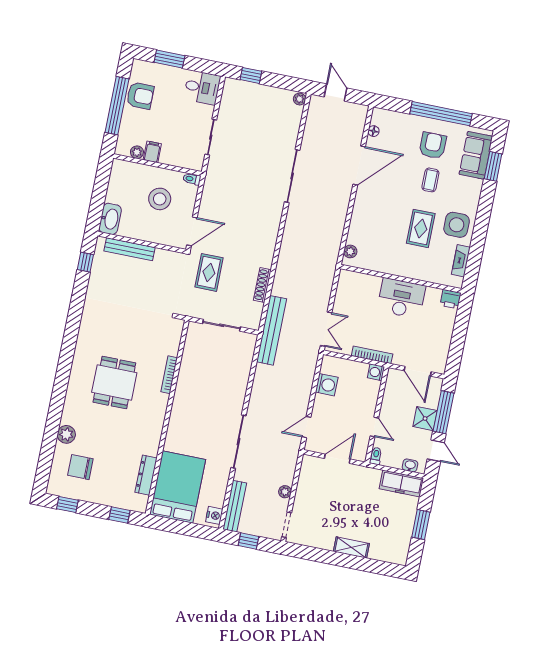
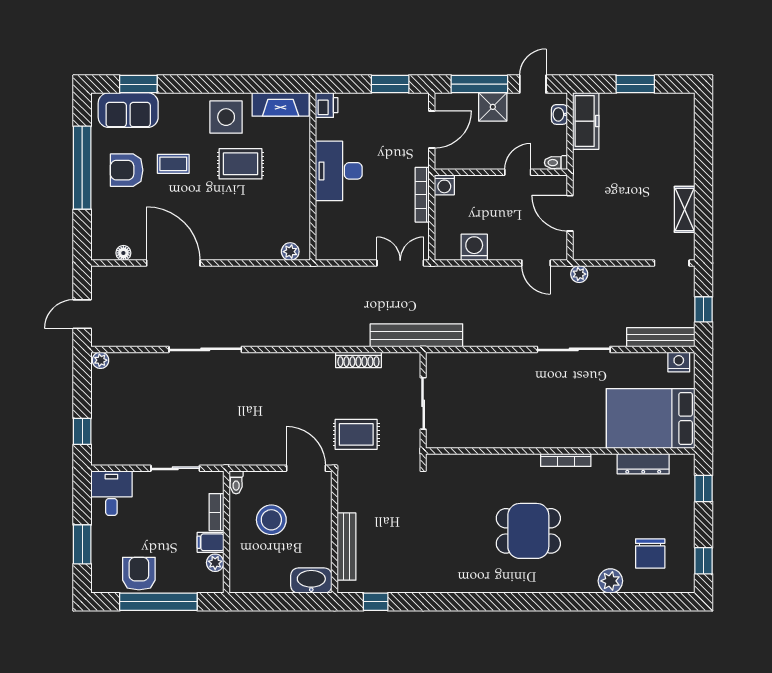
bookcase: (173, 161) -> (216, 512), added
fireplace: (461, 261) -> (281, 104), width x1.37, depth x1.32
window: (456, 348) -> (390, 84), added
bookcase: (169, 375) -> (566, 460), moved
plant: (285, 492) -> (579, 274), moved
shelving: (351, 547) -> (685, 209), moved

